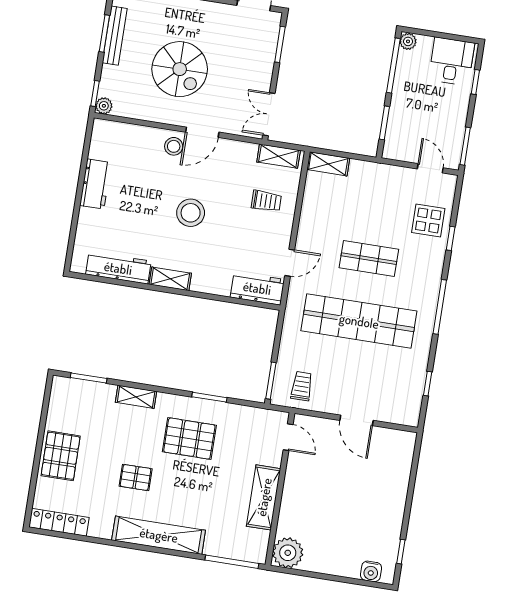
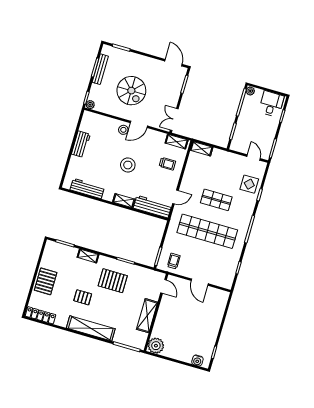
shelving: (170, 279) -> (124, 201), moved
workbench: (257, 288) -> (153, 207), width x1.37

